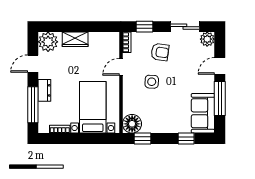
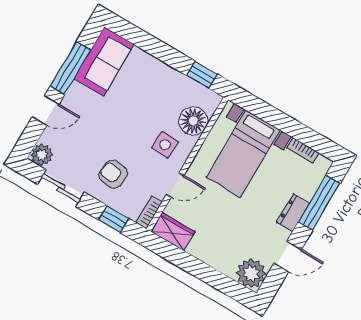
wardrobe: (75, 39) -> (173, 232), moved
side table: (152, 82) -> (165, 145), moved
floor lamp: (132, 124) -> (193, 121), moved
window: (186, 139) -> (145, 41), removed

